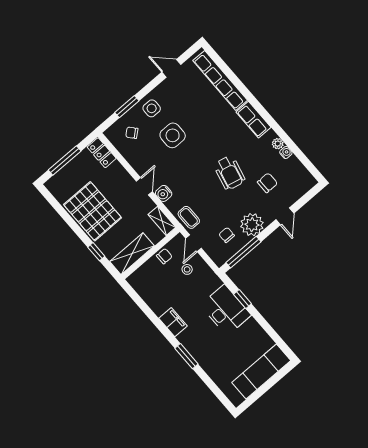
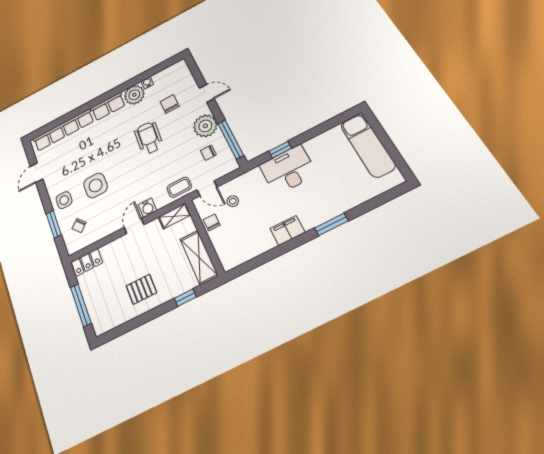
plant: (278, 144) -> (134, 95), width x1.88, depth x1.88
wheelchair: (229, 173) -> (149, 138), turned -99
door: (144, 186) -> (134, 226), hinge flipped
pallet: (93, 211) -> (141, 289), width x0.49, depth x0.50

